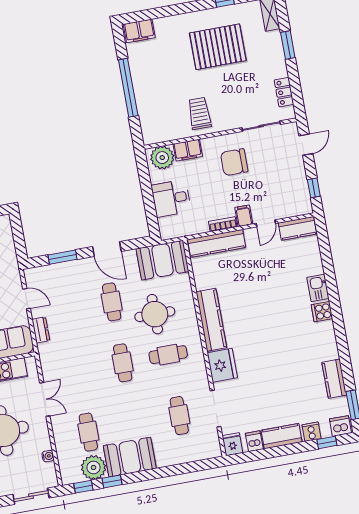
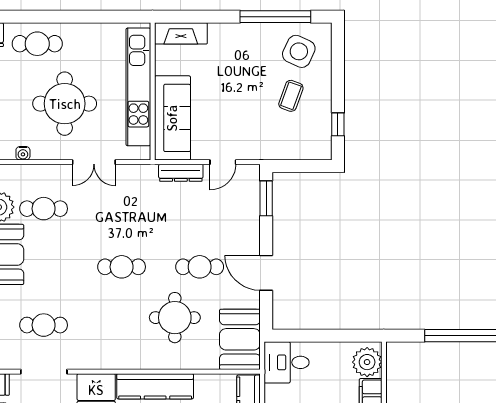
desk: (171, 198) -> (287, 362), moved, turned -90
door: (107, 249) -> (266, 273), hinge flipped
window: (63, 257) -> (266, 198), moved
dresser: (41, 330) -> (181, 173), width x1.44
cafe table: (168, 355) -> (122, 325), removed

